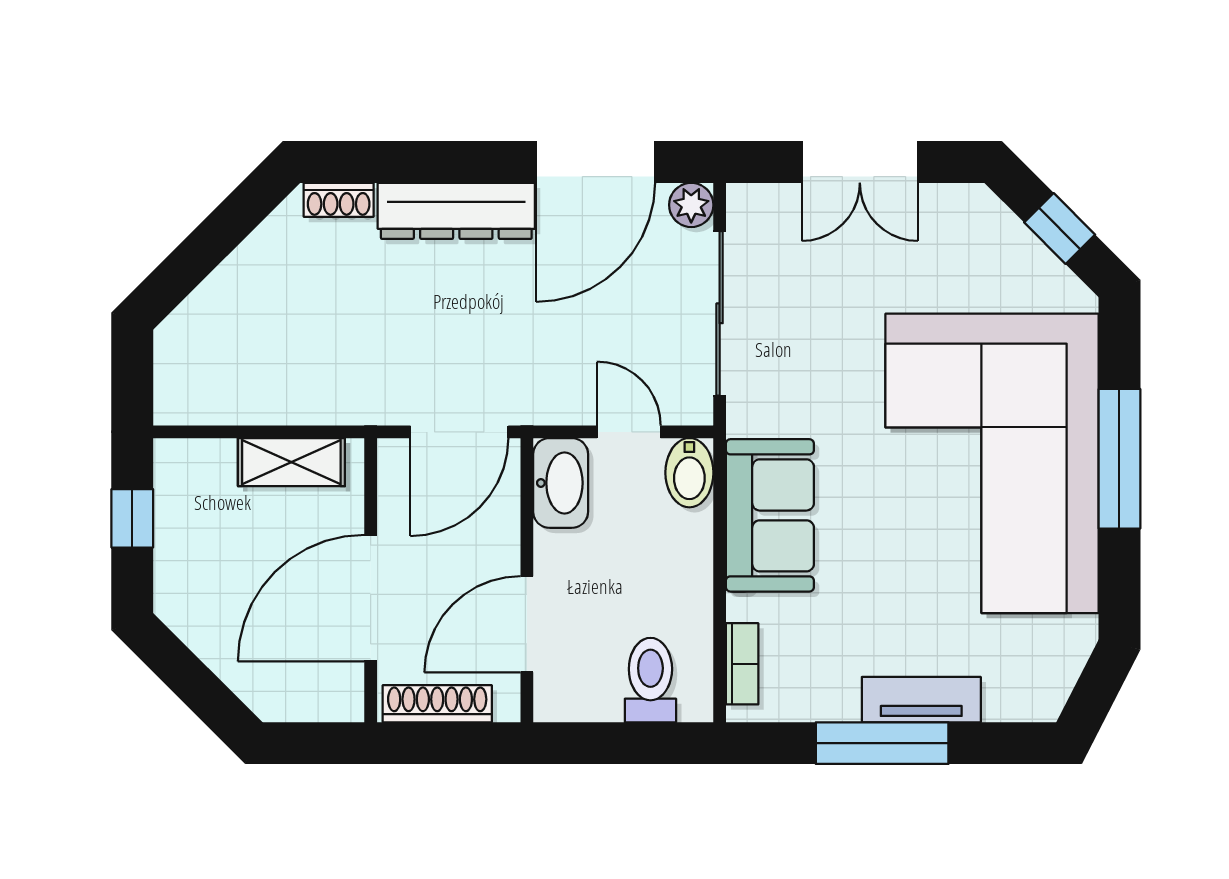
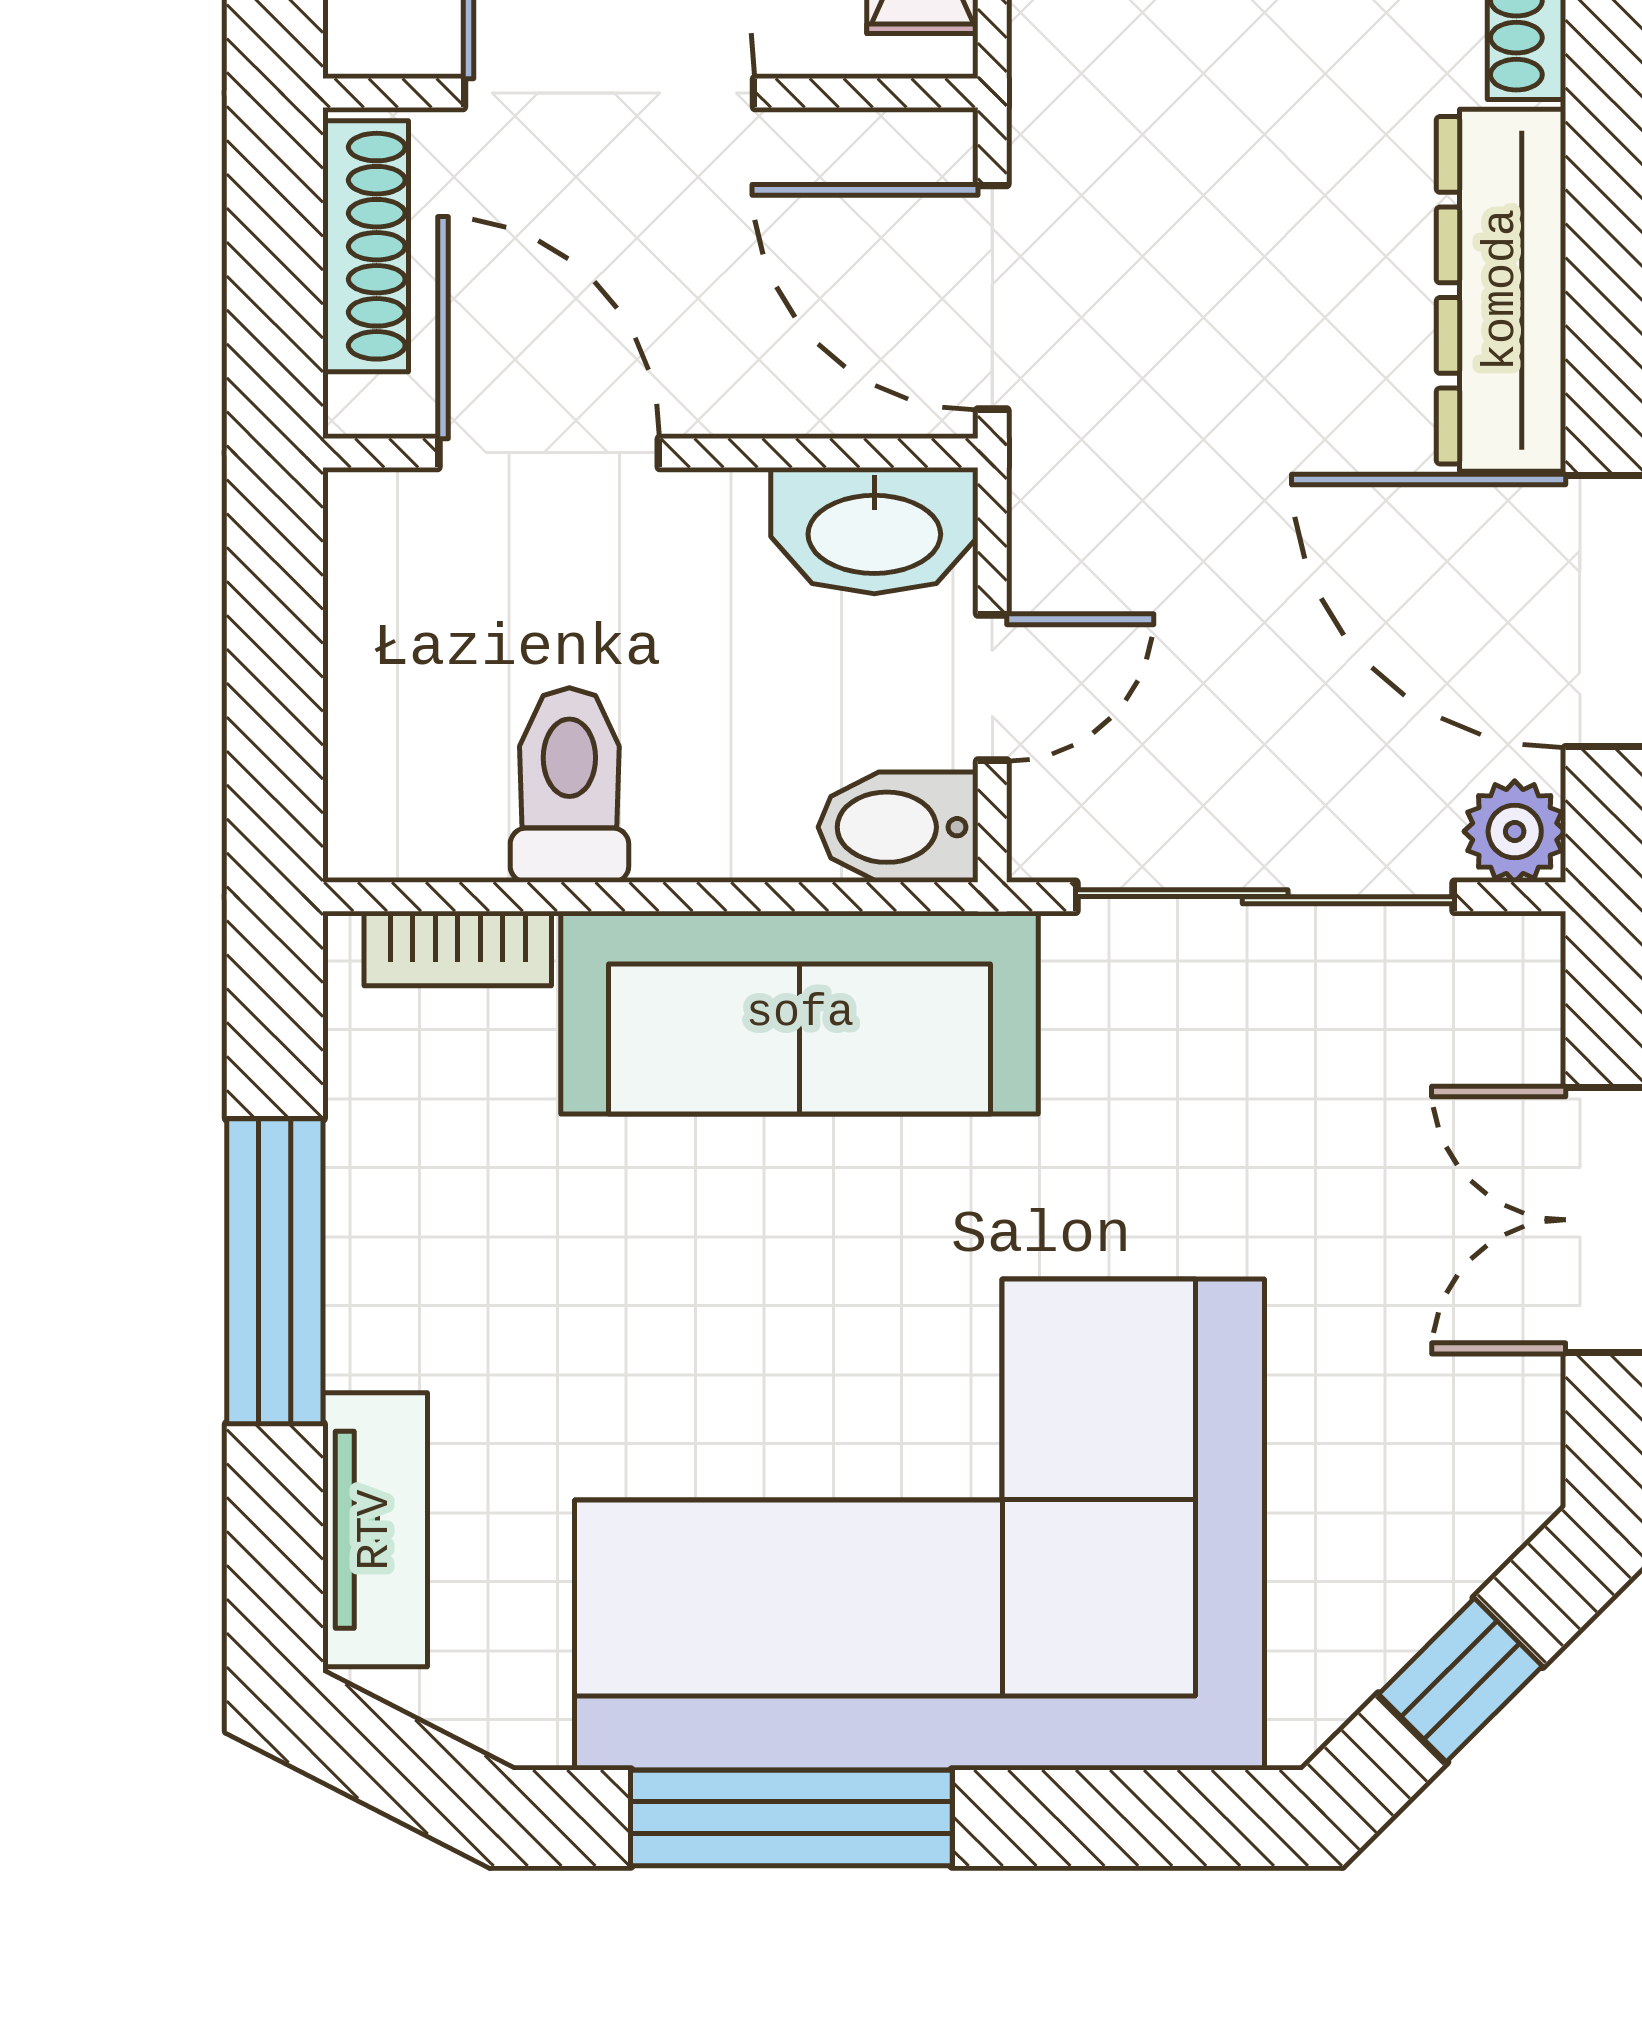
window: (1119, 459) -> (791, 1818), moved
sofa: (770, 515) -> (800, 1013), width x1.36
toilet: (650, 680) -> (569, 785), moved, turned -90
tv unit: (921, 700) -> (375, 1530), moved

